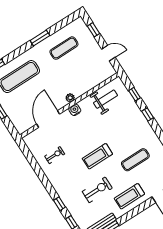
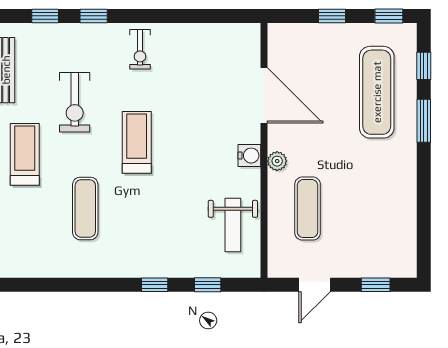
window: (40, 38) -> (424, 121), moved
exercise mat: (64, 48) -> (308, 209), moved
exercise bike: (55, 155) -> (140, 49), moved

